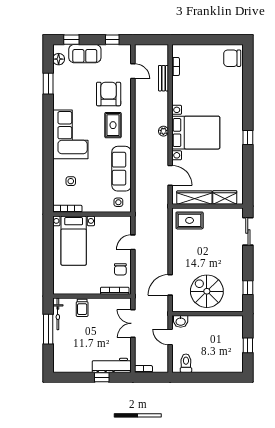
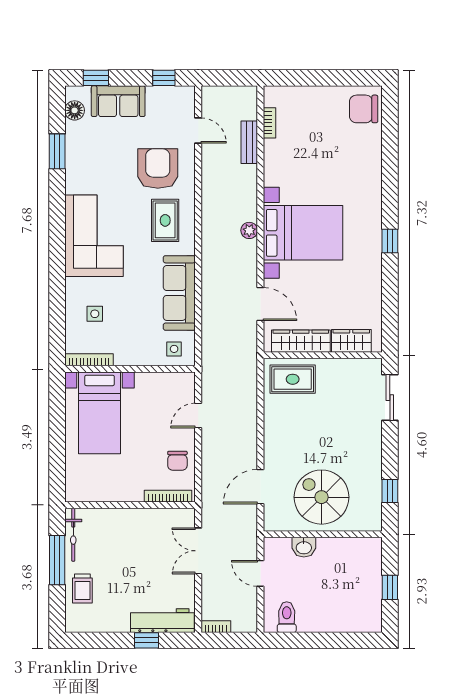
trolley: (82, 308) -> (82, 589), moved
washbasin: (181, 321) -> (304, 547), moved

